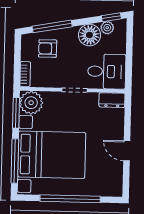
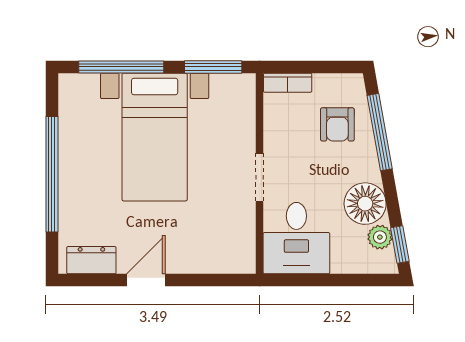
armchair: (48, 49) -> (337, 124), turned 180
dresser: (112, 100) -> (91, 260), moved, turned 90
plant: (31, 103) -> (233, 95), removed
bed with nightstands: (52, 155) -> (155, 137), width x0.73

